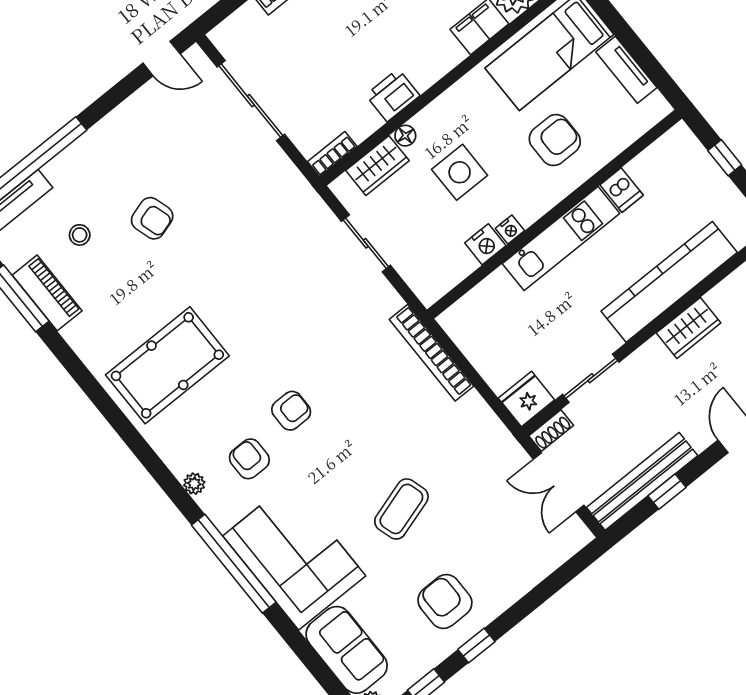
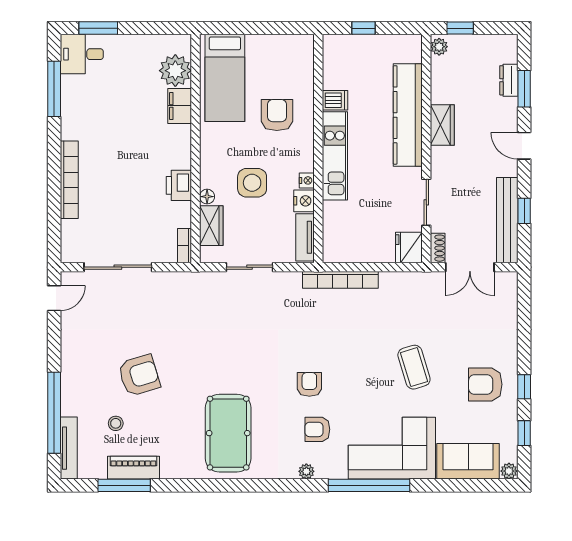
tv unit: (626, 70) -> (305, 237), moved, turned 90
armchair: (152, 218) -> (139, 375), width x1.38, depth x1.38

